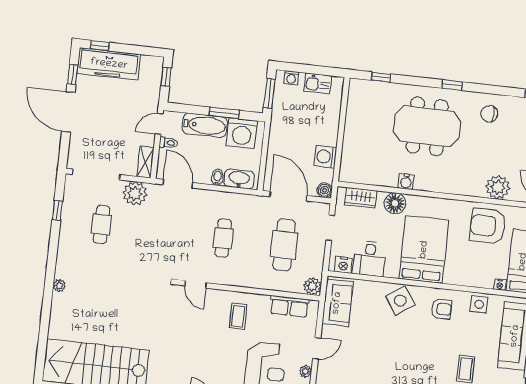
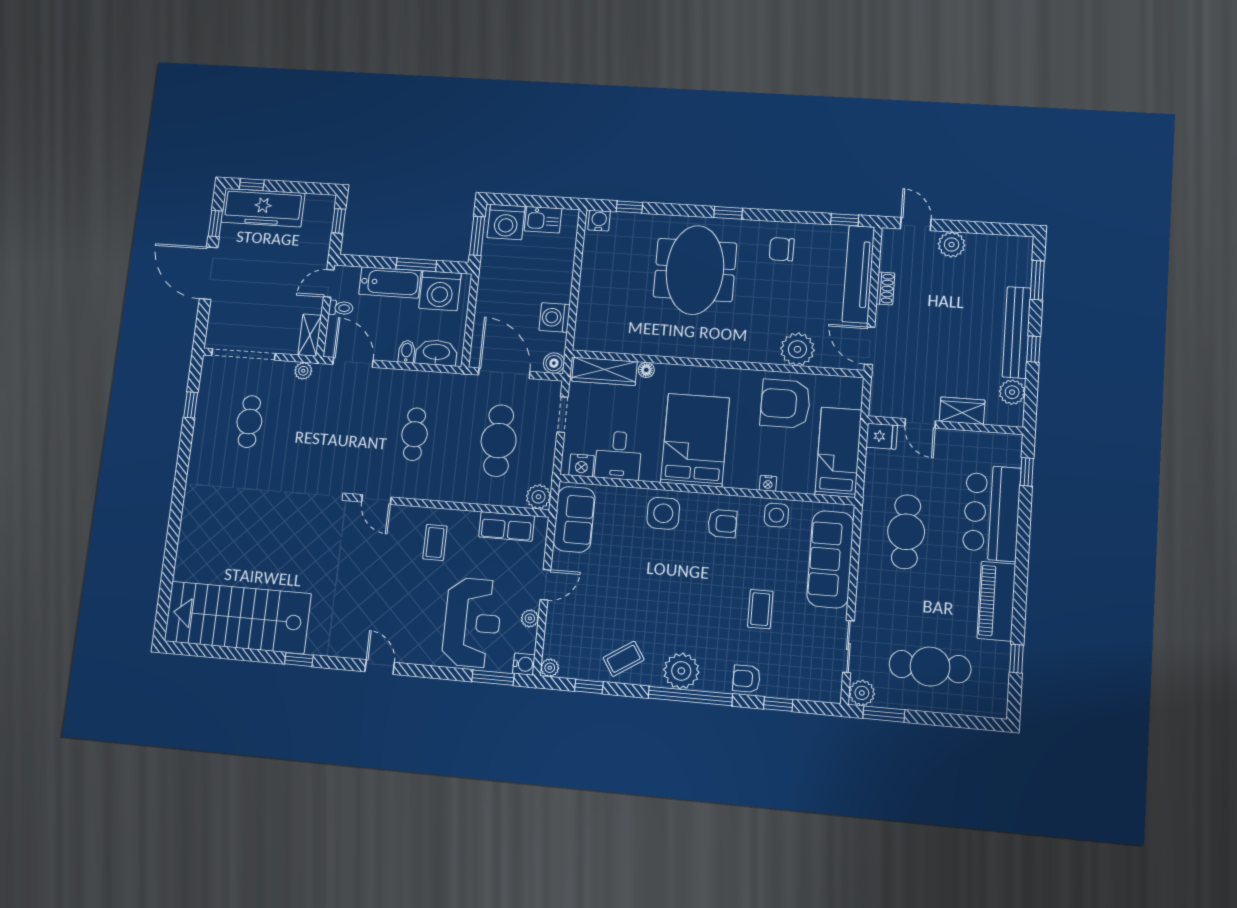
washing machine: (291, 78) -> (506, 222), width x1.89, depth x1.89
meeting table: (427, 126) -> (695, 270), turned 90
water cooler: (406, 181) -> (599, 221), moved, turned 180
plant: (135, 193) -> (303, 371), width x0.53, depth x0.53
wardrobe: (361, 198) -> (604, 371), width x1.50
floor lamp: (395, 203) -> (646, 370), width x0.53, depth x0.53
nightstand: (500, 285) -> (768, 483), moved
plant: (59, 286) -> (191, 507), removed
side table: (400, 301) -> (663, 513), turned 34

